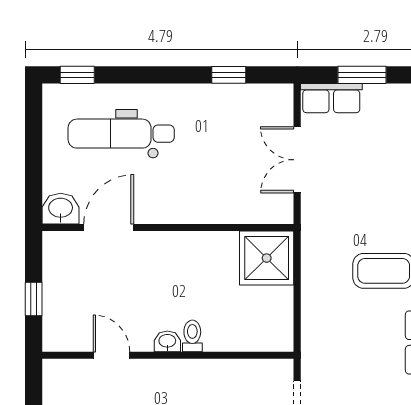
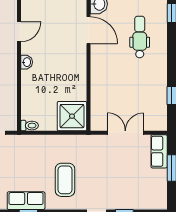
dental chair: (121, 134) -> (140, 37), width x0.73, depth x0.72
toilet: (192, 336) -> (30, 126), moved

